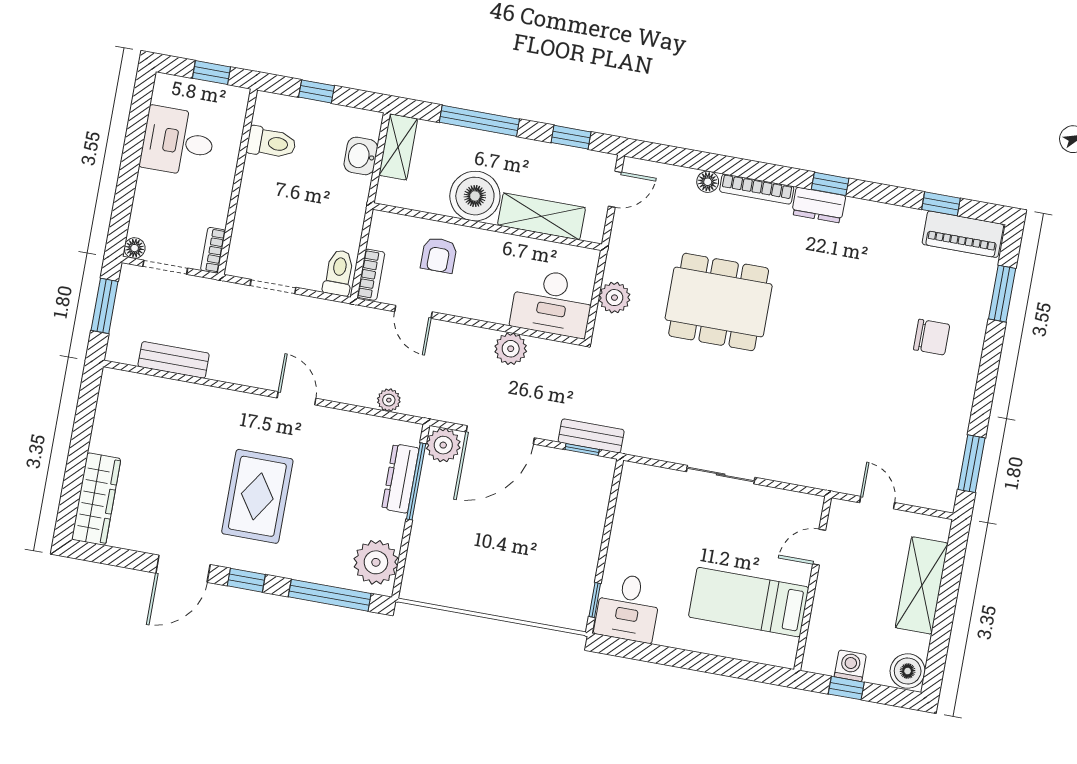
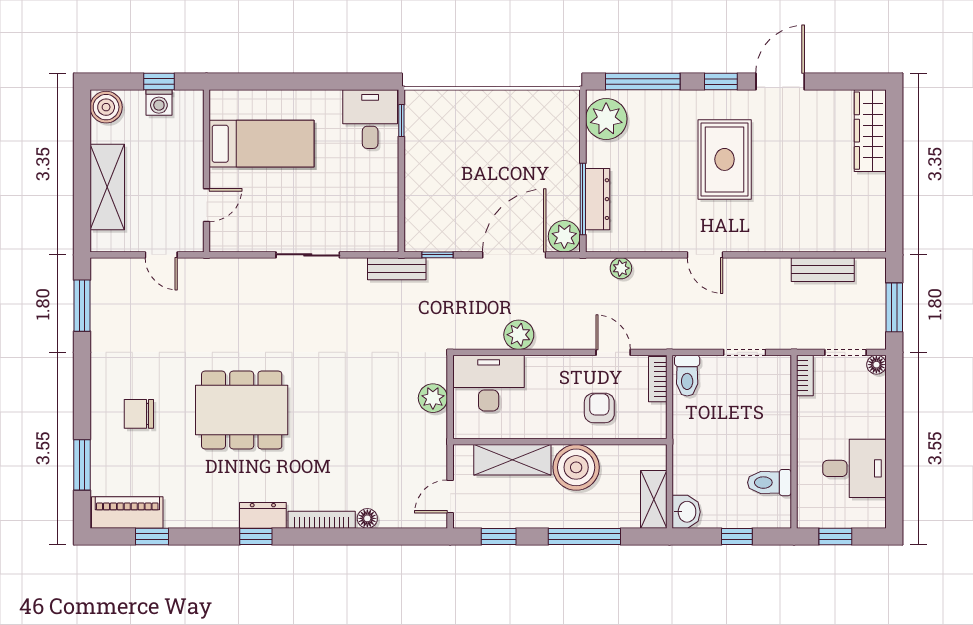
washbasin: (361, 156) -> (686, 512), moved
dining table: (719, 302) -> (242, 410), moved
bench: (591, 436) -> (397, 269), moved

